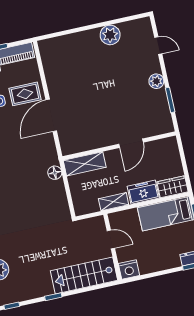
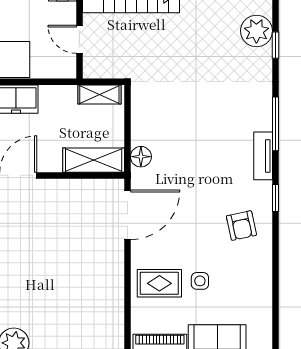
door: (51, 115) -> (127, 215), moved
shelving: (114, 202) -> (99, 94), moved

